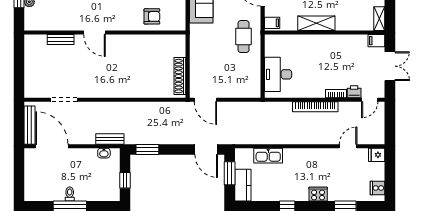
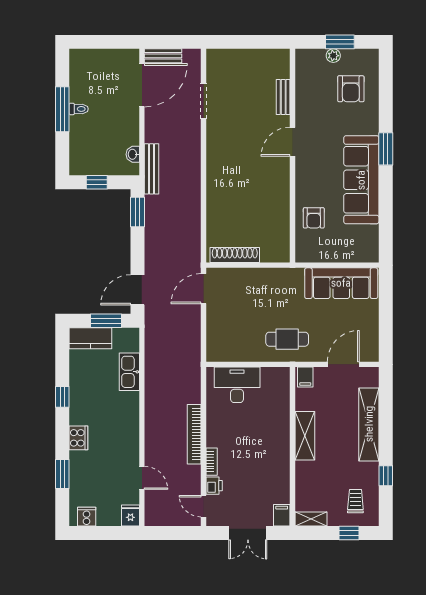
bench: (30, 125) -> (163, 56), width x0.73
bench: (110, 139) -> (152, 169), width x1.36

